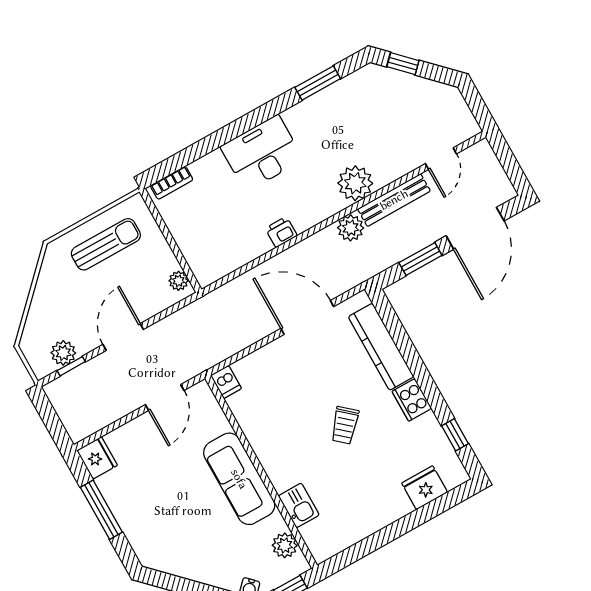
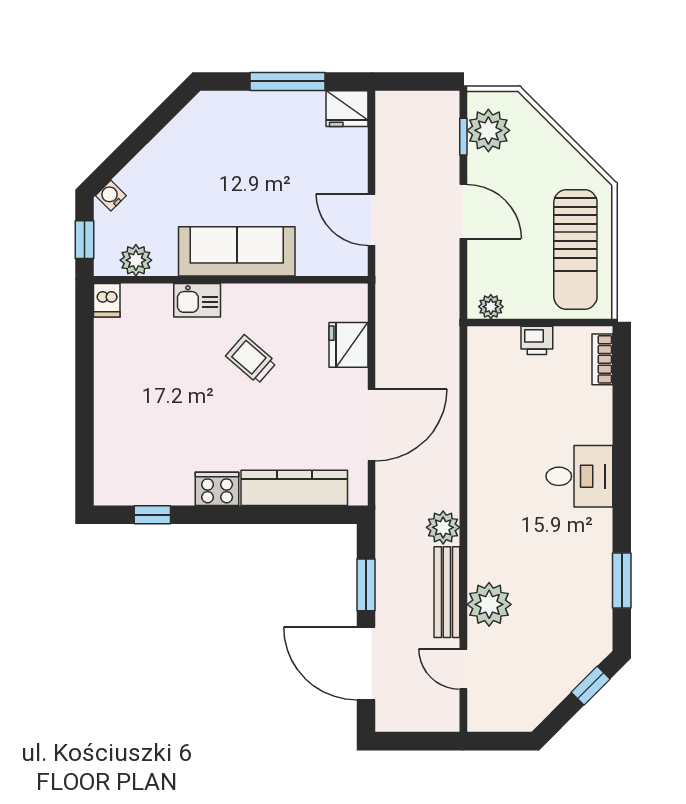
desk: (262, 153) -> (579, 476), width x0.73
plant: (355, 183) -> (489, 604), moved
printer: (281, 232) -> (537, 340), moved, turned 90
sun lounger: (106, 244) -> (575, 249), width x1.36, depth x1.34
plant: (63, 353) -> (488, 130), width x1.36, depth x1.36
dishwasher: (226, 382) -> (107, 300), moved, turned -90
trolley: (345, 425) -> (251, 359), moved
fridge: (425, 488) -> (348, 345), moved, turned 180
kitchen sink: (299, 505) -> (197, 300), moved

